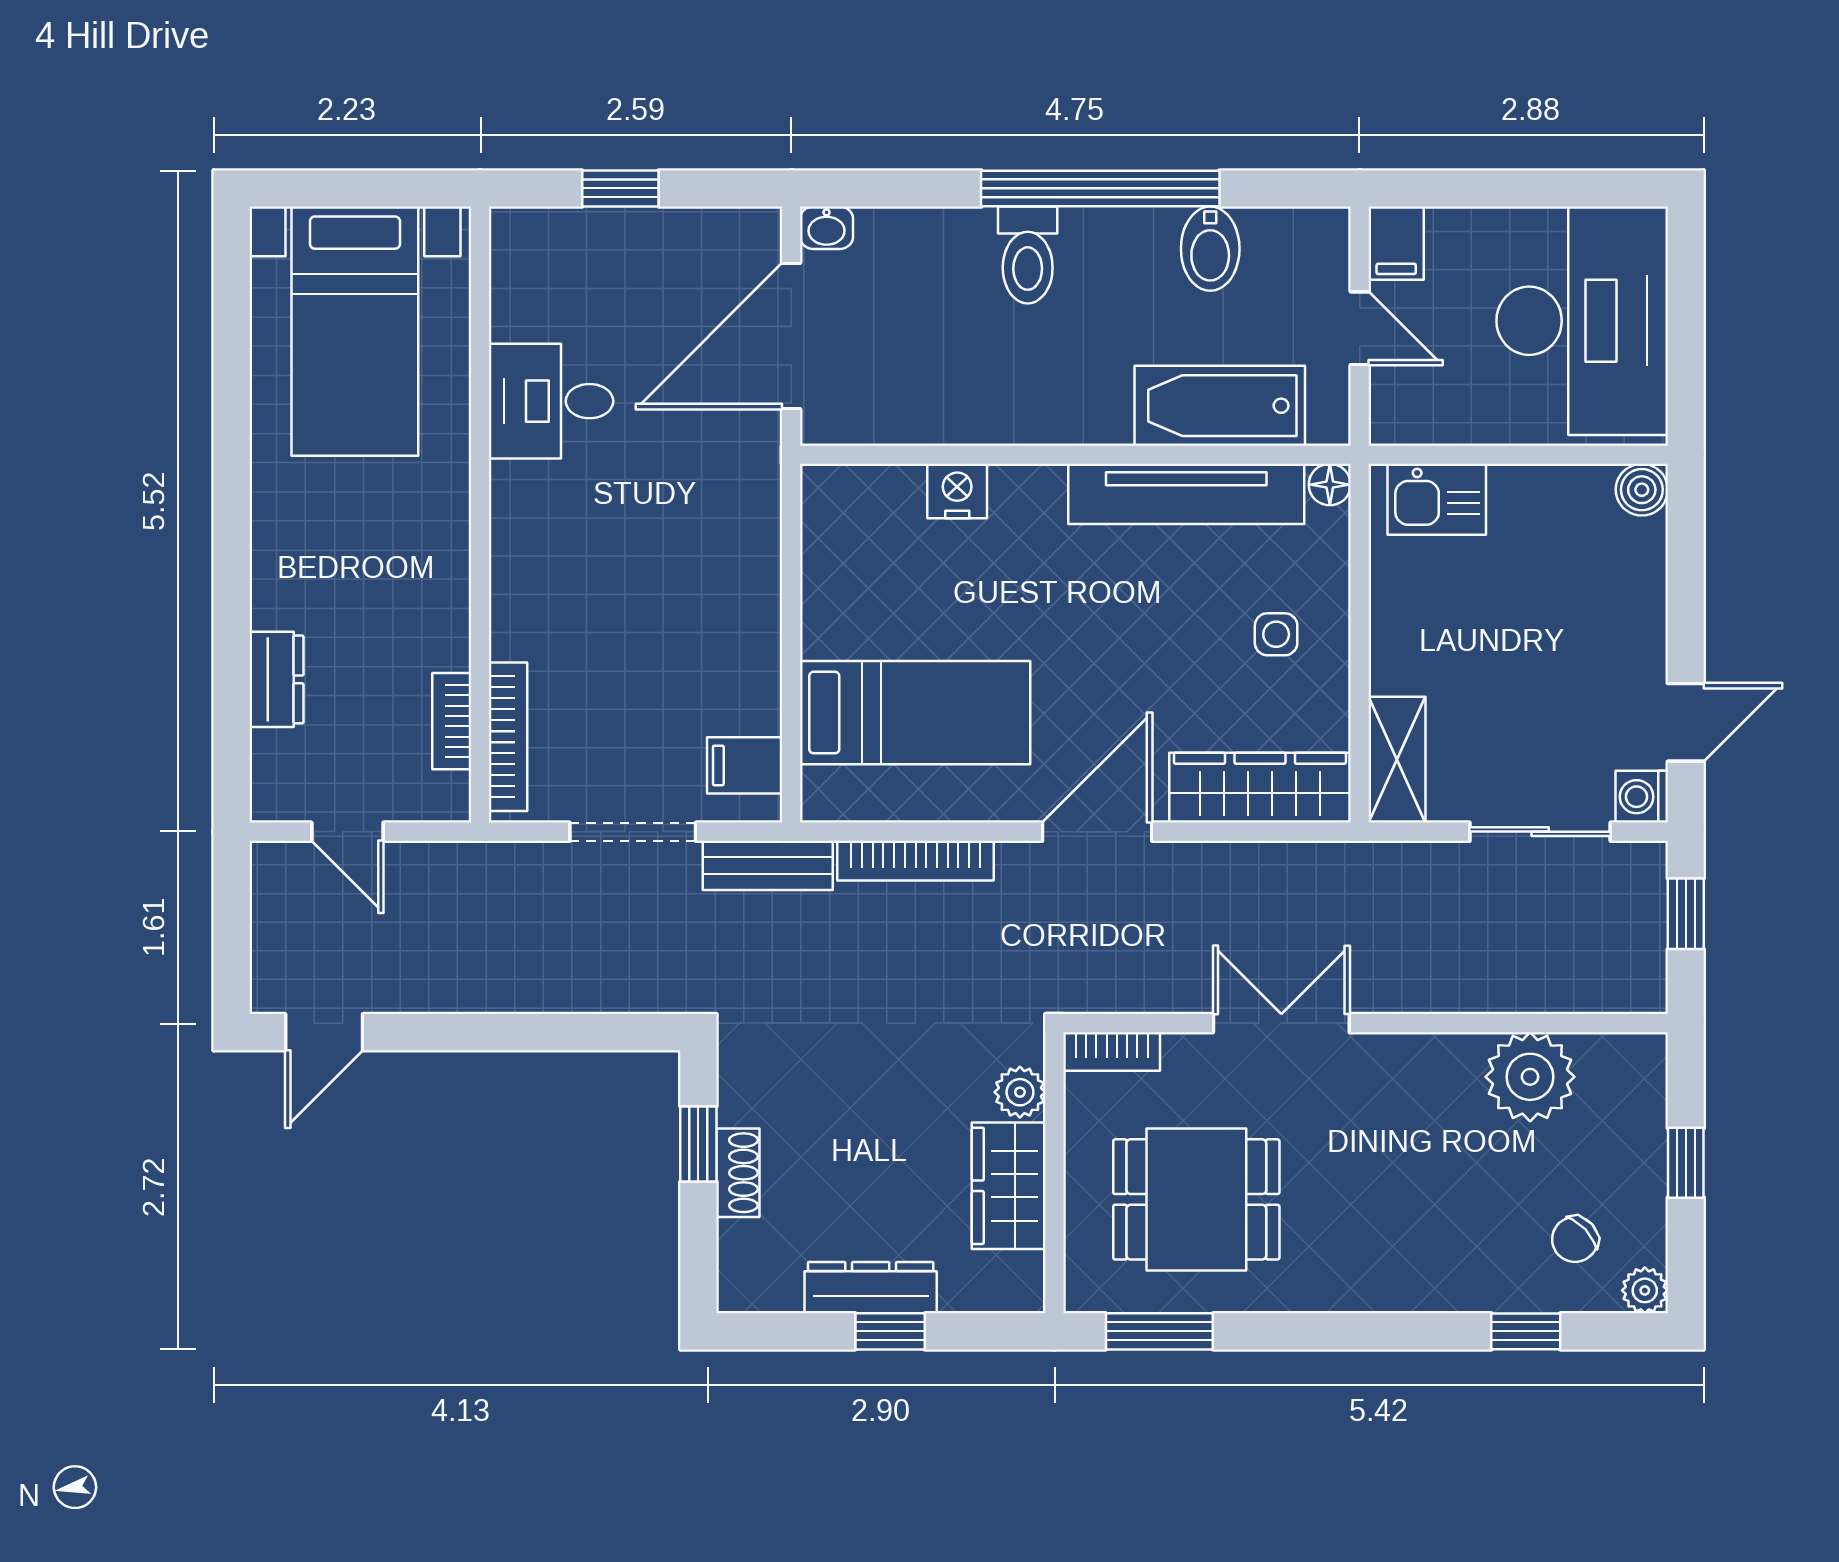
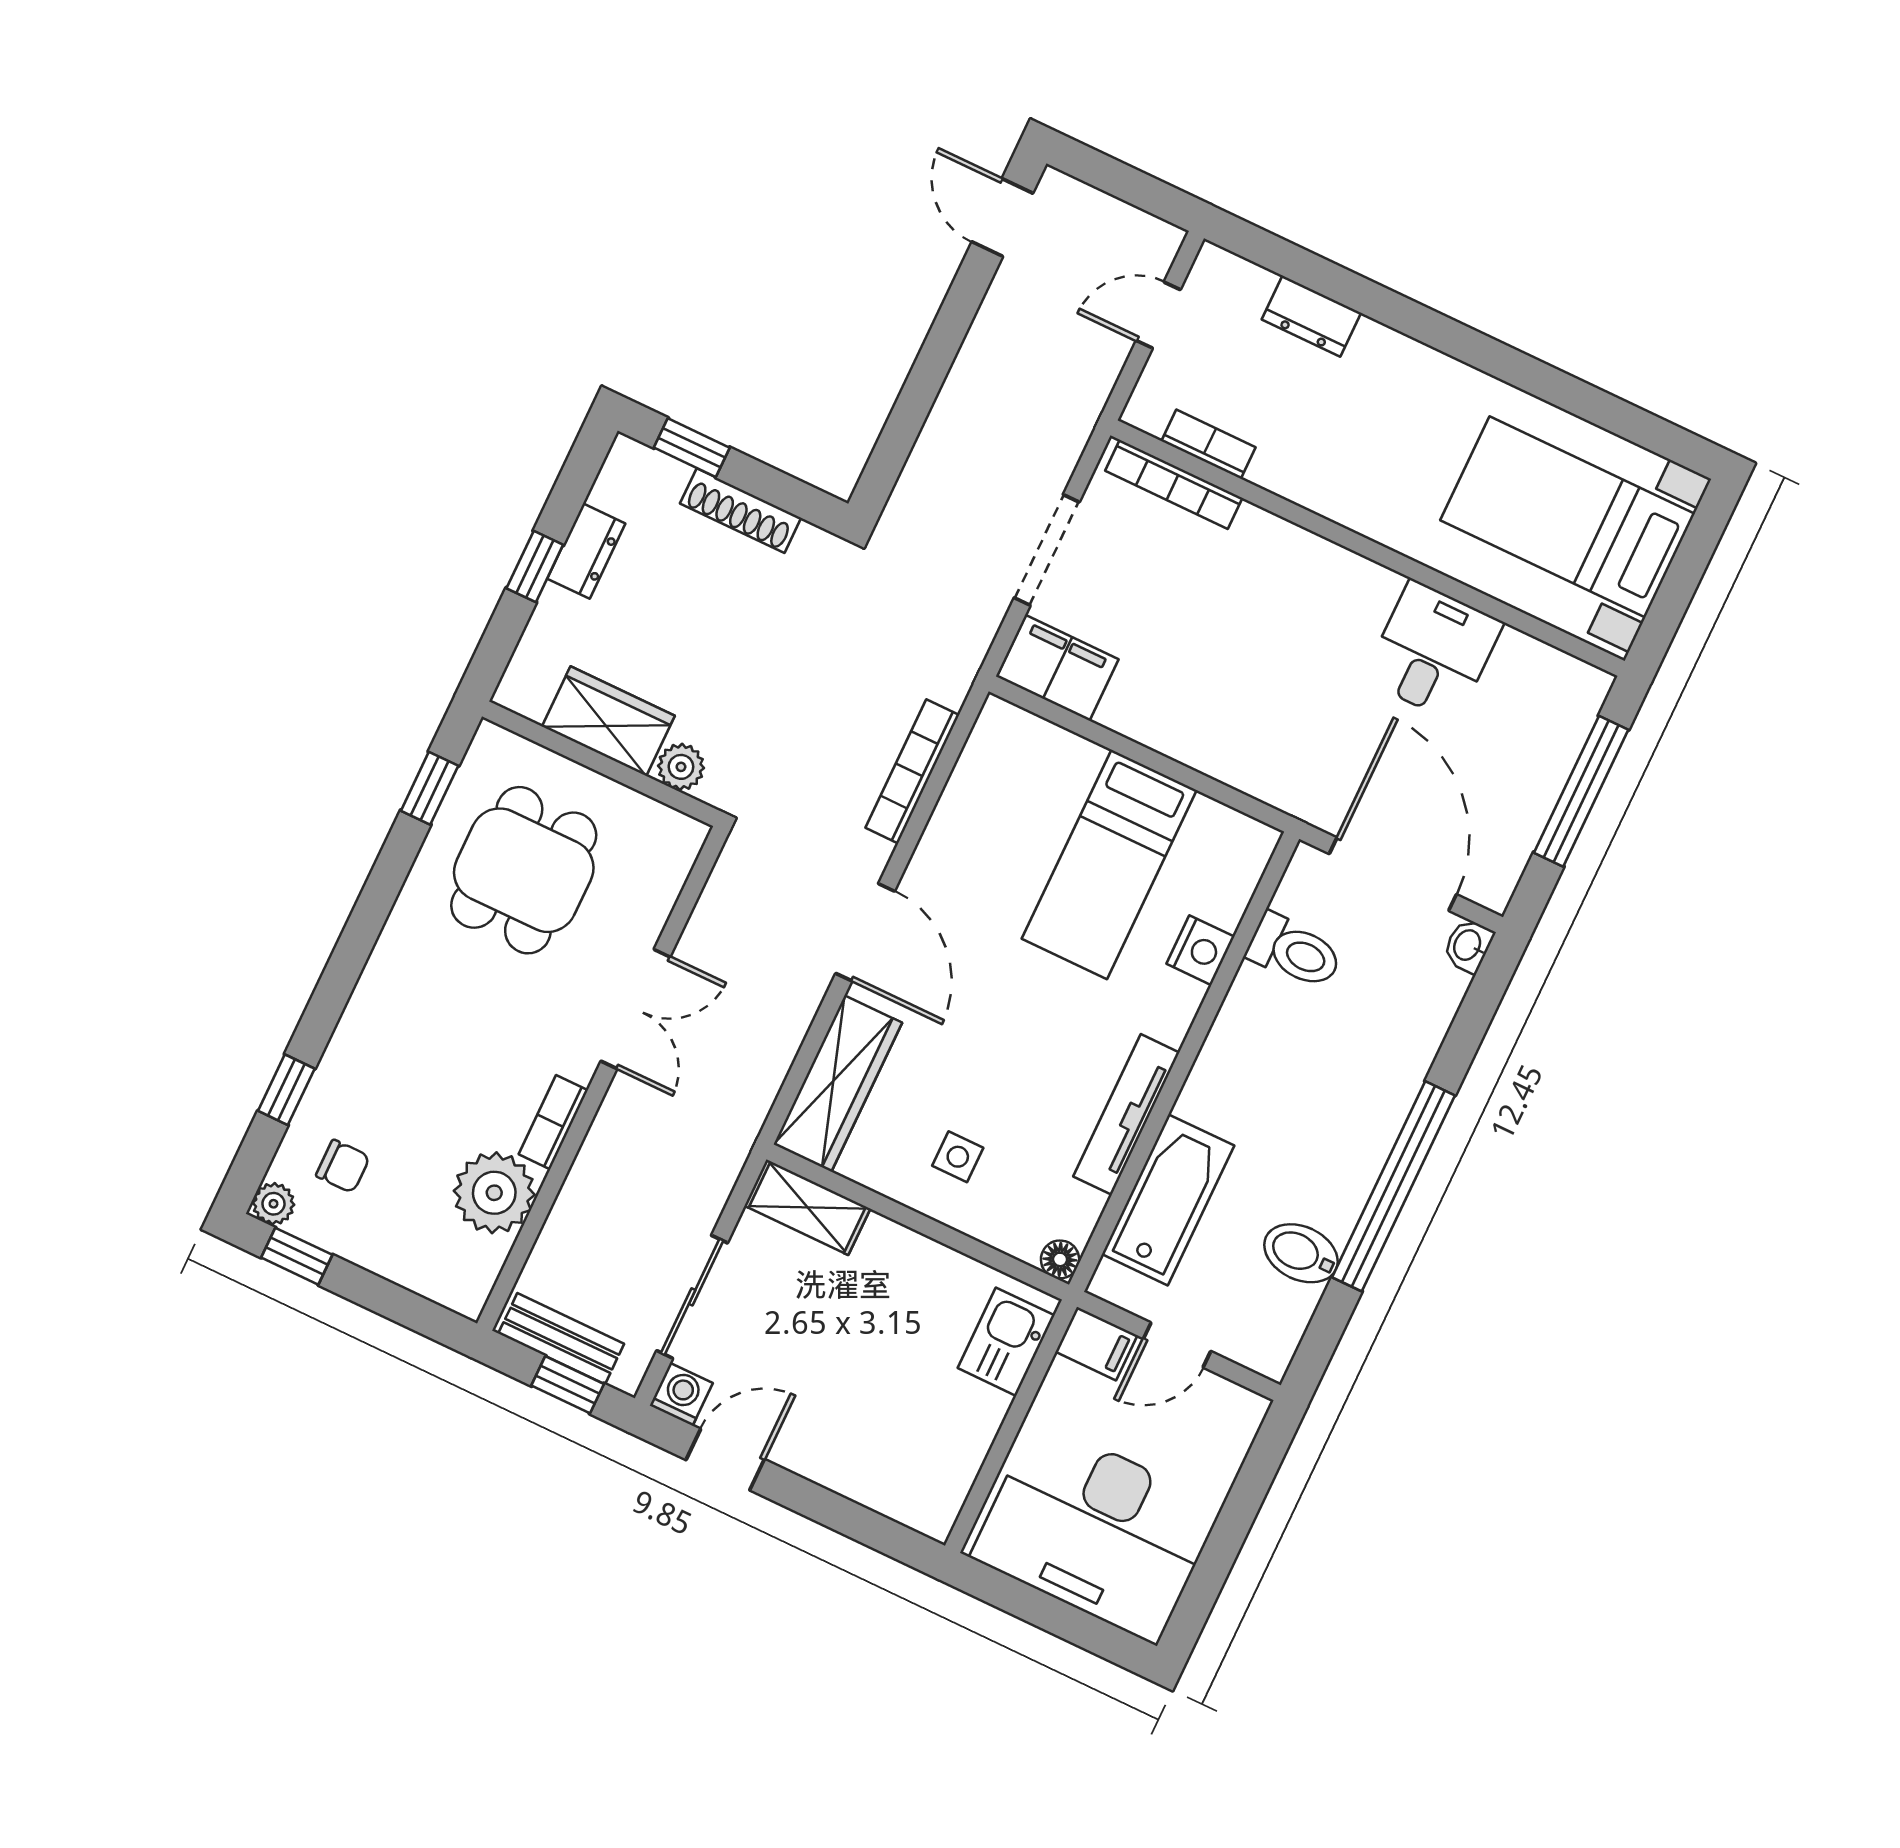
window: (620, 188) -> (1581, 791), width x2.17
filing cabinet: (1396, 243) -> (1096, 1344), moved, turned 180
toilet: (1028, 255) -> (1294, 952), moved, turned 180
boiler: (1642, 490) -> (934, 1514), removed
tv unit: (1186, 494) -> (1126, 1114), width x0.73, depth x0.78
bed: (915, 713) -> (1109, 864), moved
door: (1686, 722) -> (725, 1460), swing flipped
filing cabinet: (745, 765) -> (1058, 668), width x2.00
bench: (768, 865) -> (561, 1339), moved, turned 90
bookcase: (1112, 1051) -> (553, 1122), moved
window: (698, 1144) -> (692, 448), moved
window: (1686, 1163) -> (297, 1256), moved
shoe rack: (738, 1173) -> (741, 511), width x1.43
chair: (1575, 1239) -> (343, 1166), turned 133
dresser: (871, 1288) -> (586, 551), width x0.70
window: (1159, 1331) -> (430, 788), width x0.67

